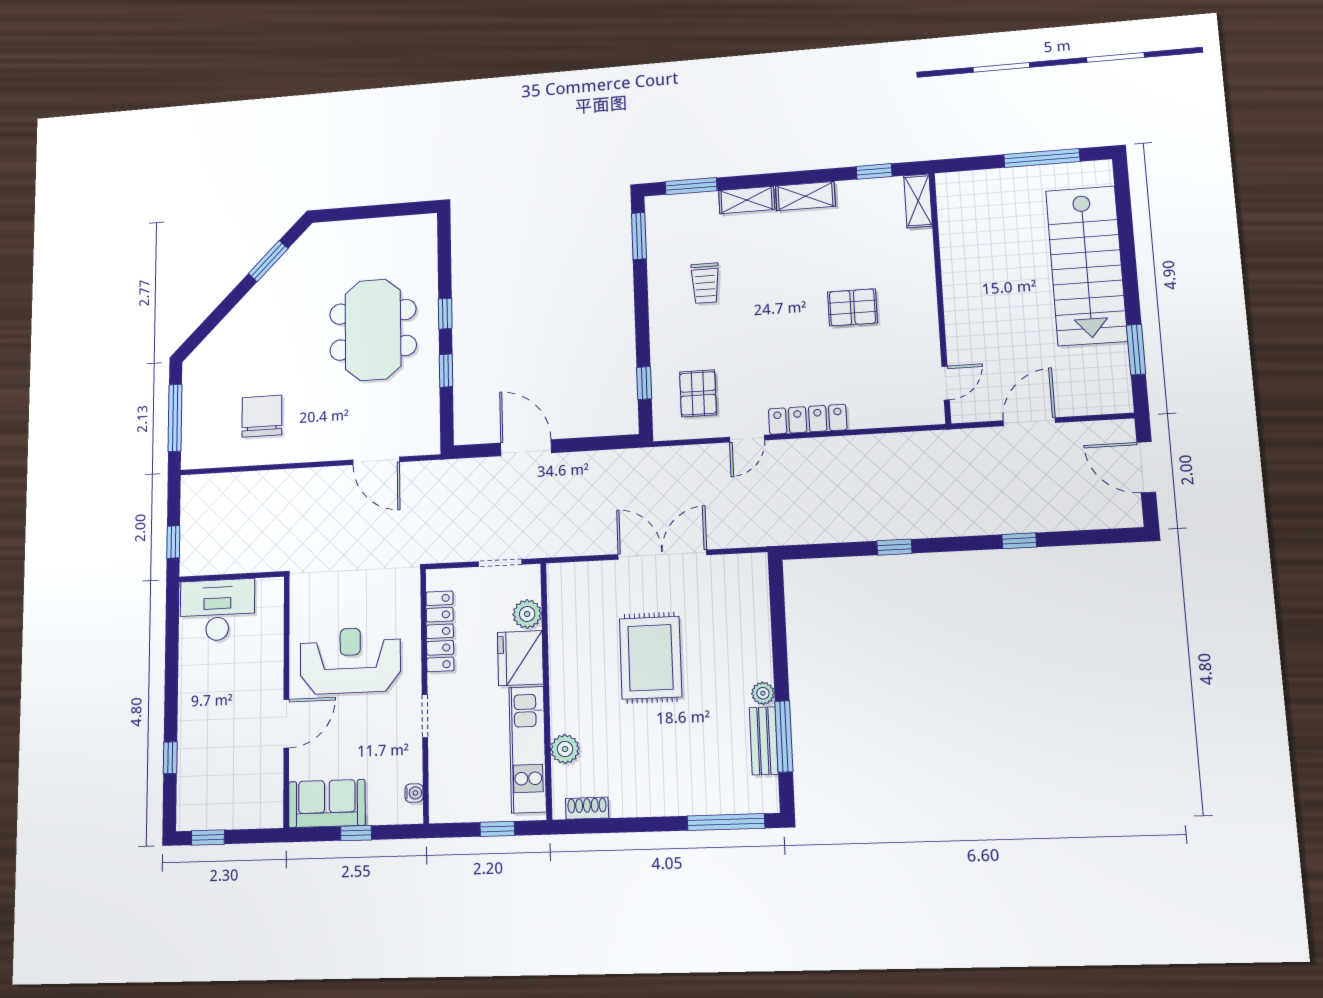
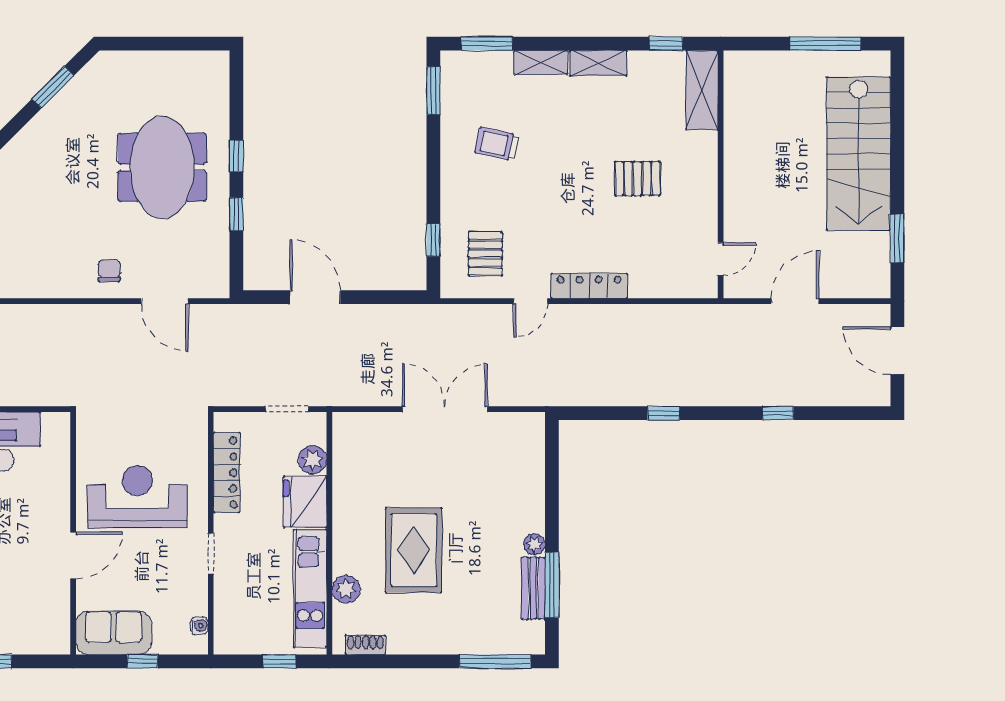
shelving: (918, 201) -> (702, 90), width x1.50, depth x1.33
trolley: (705, 283) -> (497, 144), turned 102
chair: (262, 416) -> (109, 271), moved, width x0.54, depth x0.54
rug: (650, 658) -> (414, 550), moved

